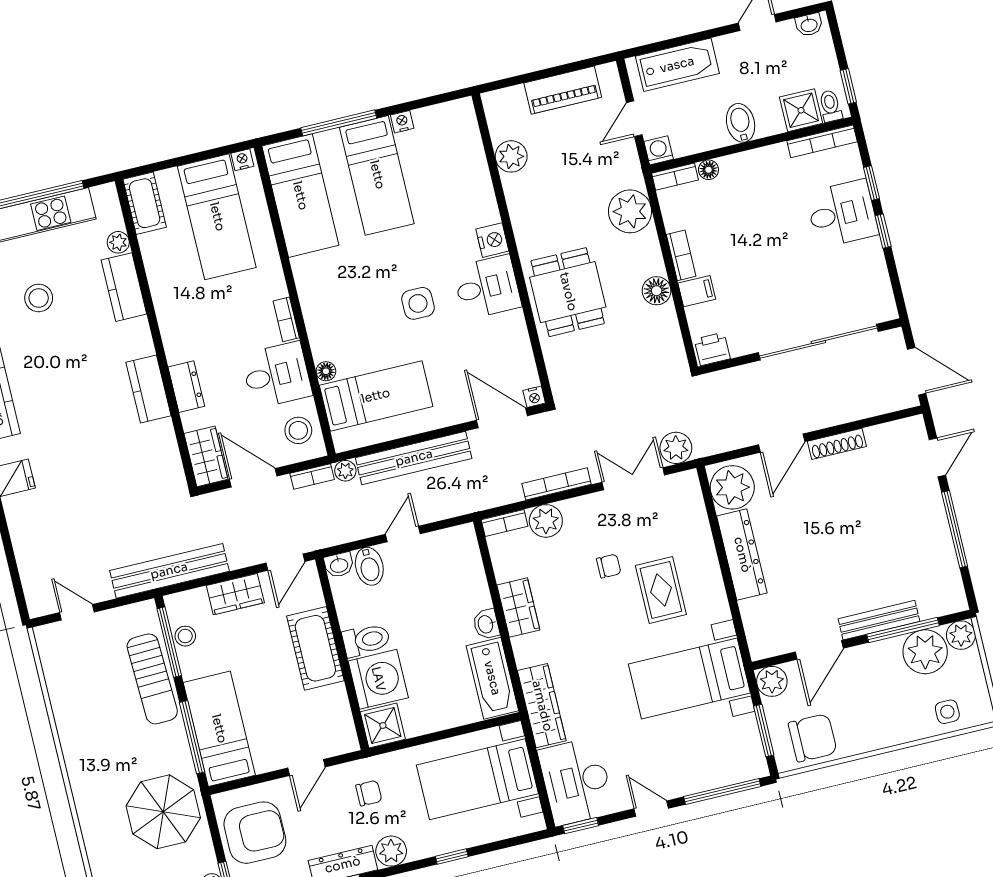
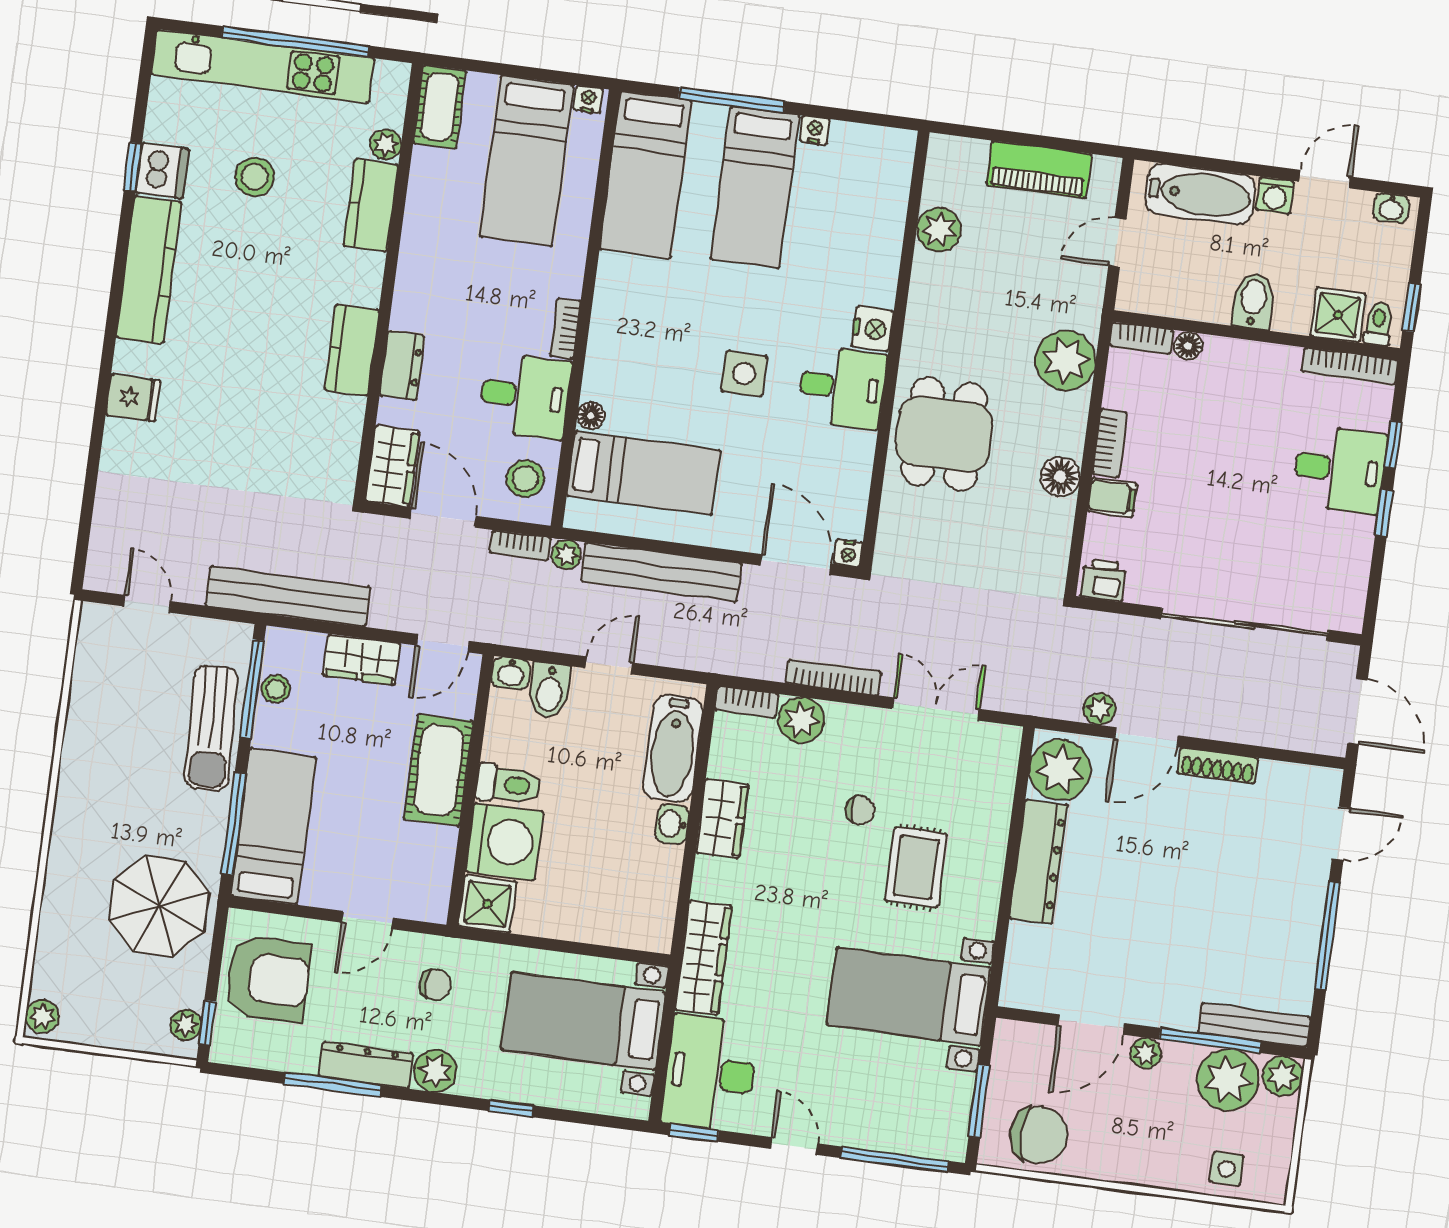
washing machine: (659, 150) -> (1275, 195), moved, turned 180
plant: (676, 448) -> (1100, 709), moved, width x0.73, depth x0.73
bench: (879, 620) -> (1254, 1025), moved
bathtub: (492, 678) -> (673, 748), moved
plant: (772, 681) -> (1146, 1053), moved, width x0.73, depth x0.73

